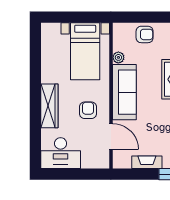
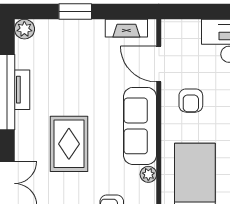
fireplace: (147, 162) -> (126, 28), moved

